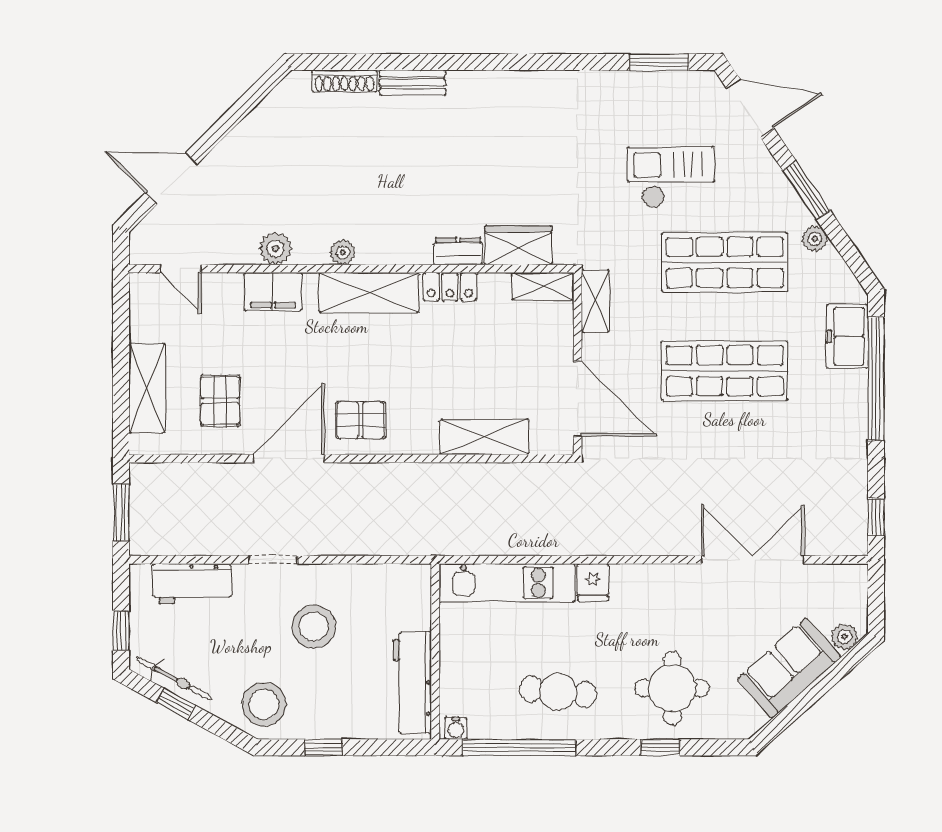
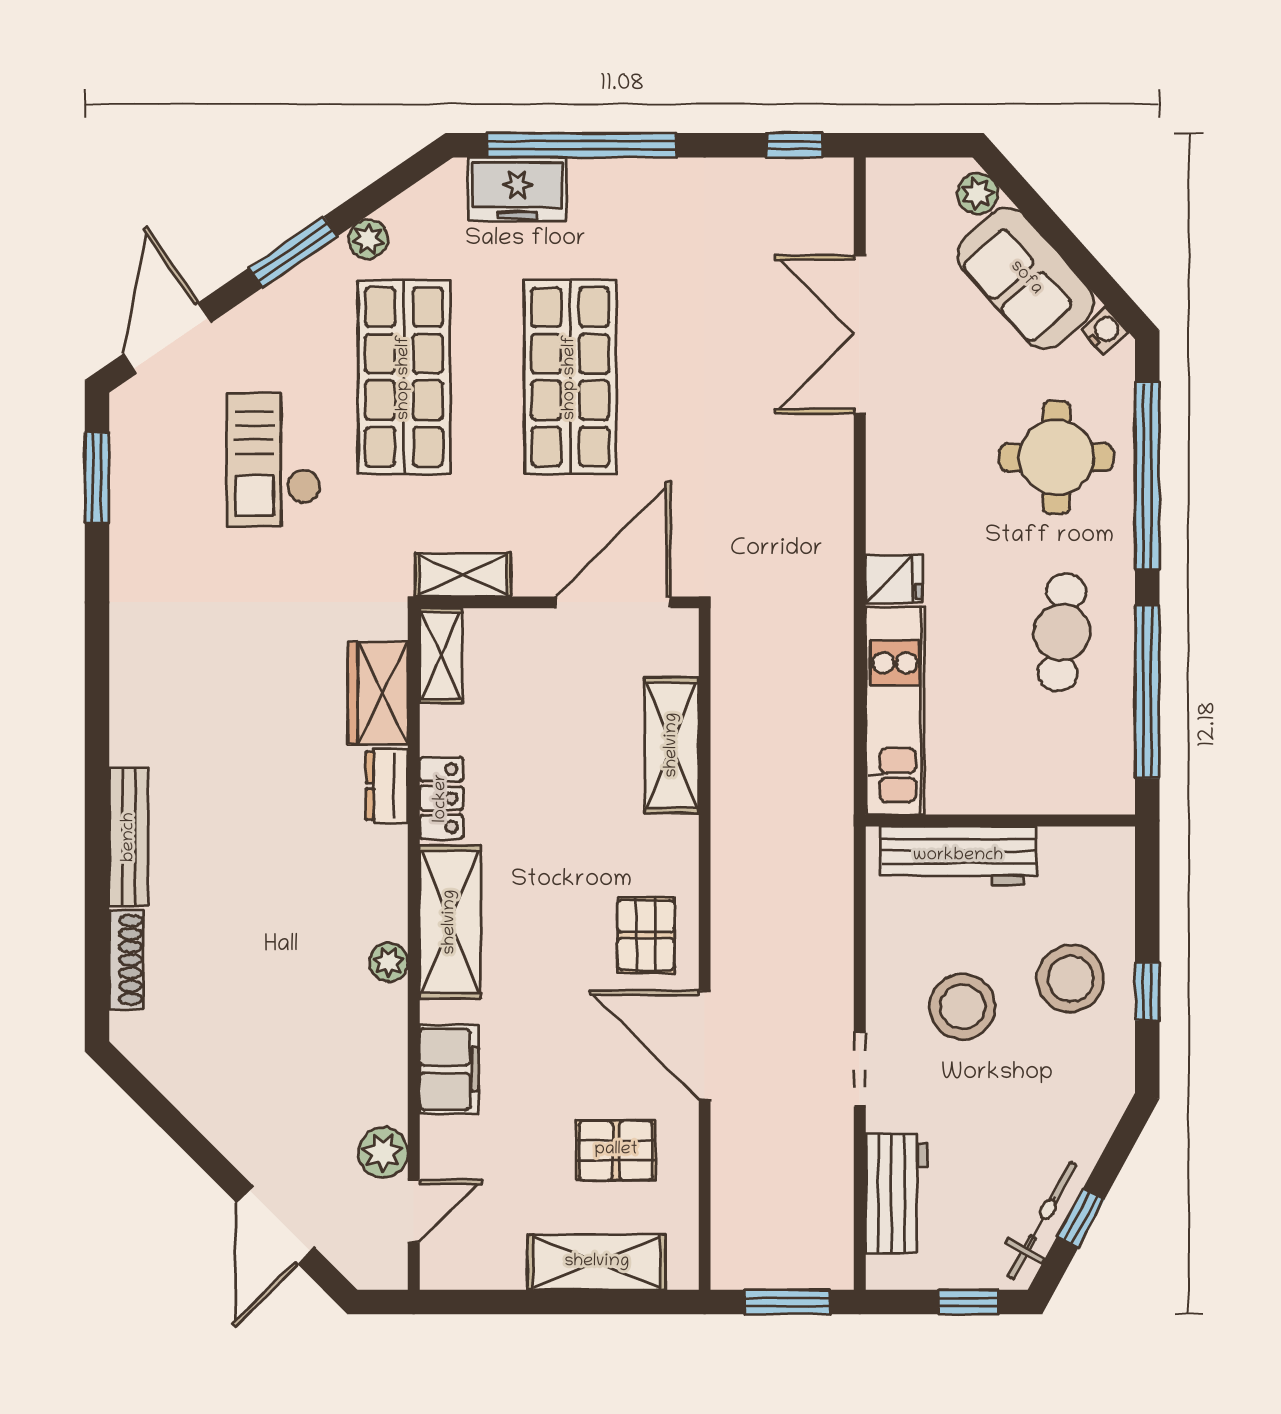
bench: (412, 83) -> (129, 837), width x1.36
plant: (275, 249) -> (383, 1153), moved
workbench: (412, 683) -> (958, 856), moved
stool: (264, 704) -> (1071, 979), moved
water cooler: (456, 728) -> (1105, 331), moved, turned -42
window: (660, 747) -> (1147, 476), width x3.17

